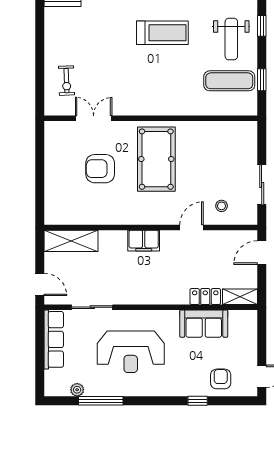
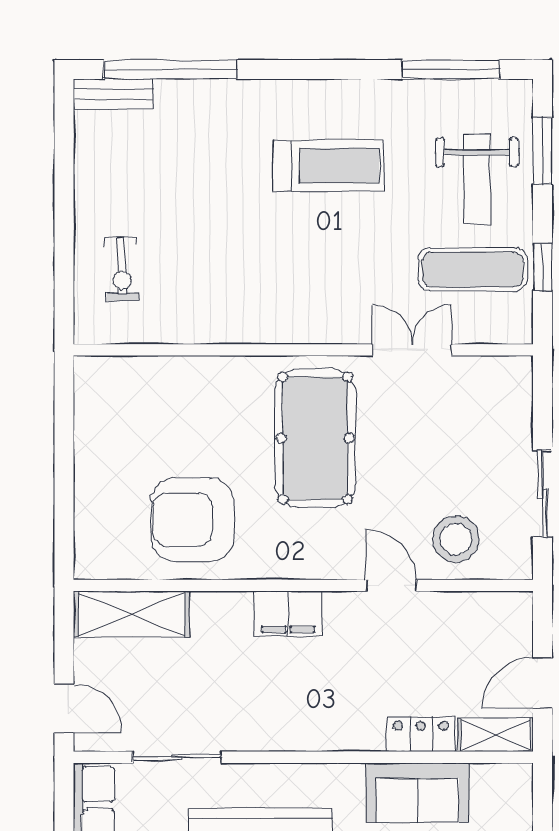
window: (262, 26) -> (542, 151), width x1.50
double door: (94, 118) -> (412, 350), moved
armchair: (100, 169) -> (192, 520), moved, width x1.36, depth x1.36
stool: (222, 206) -> (456, 539), width x1.89, depth x1.89
door: (192, 227) -> (391, 585), hinge flipped
door: (262, 253) -> (542, 683), moved

